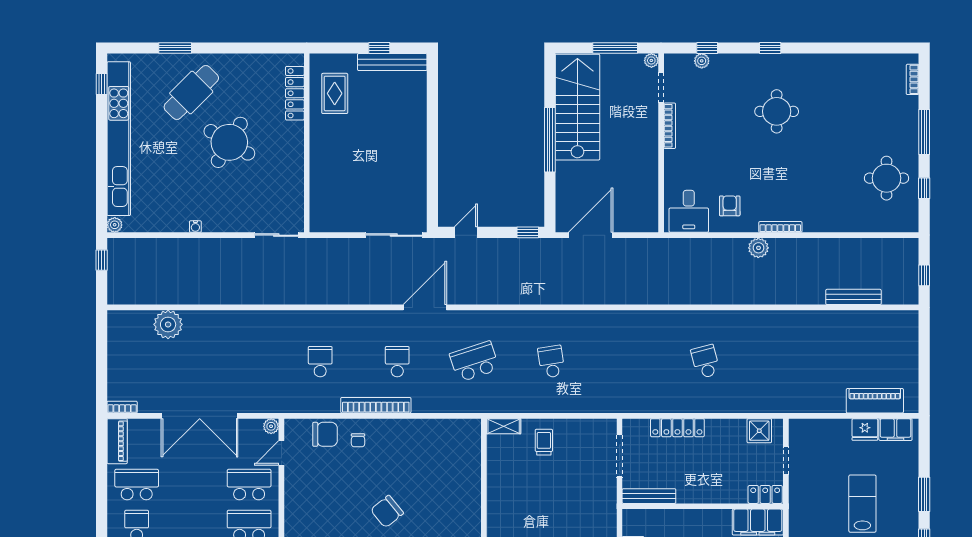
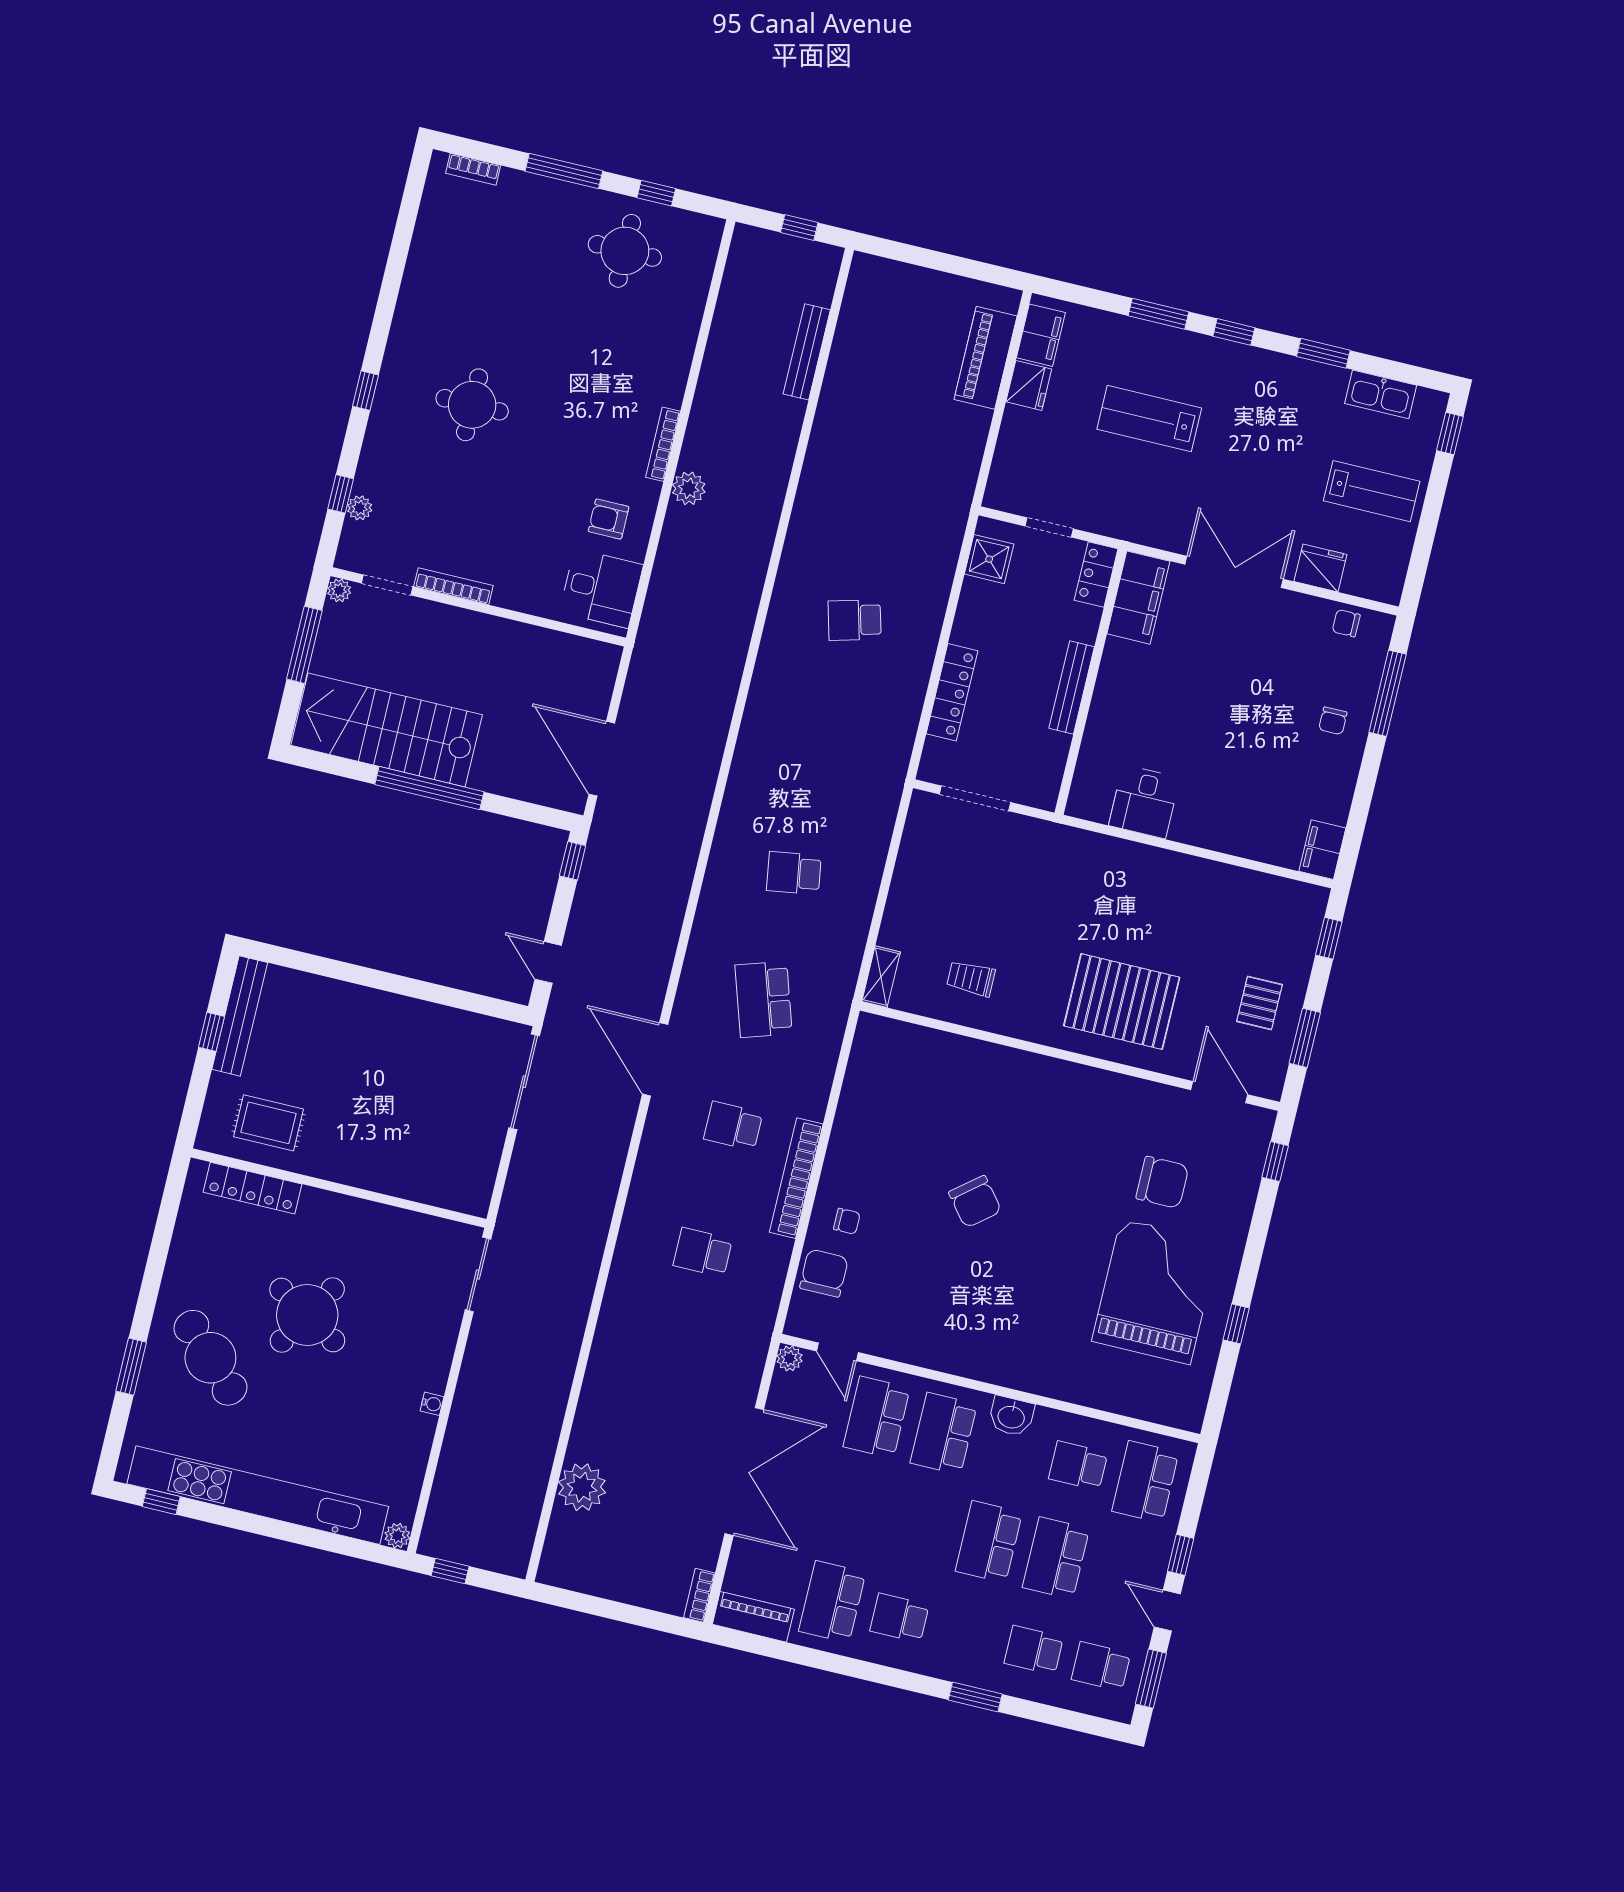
trolley: (544, 442) -> (971, 978), moved
bench: (649, 496) -> (1072, 688), moved

